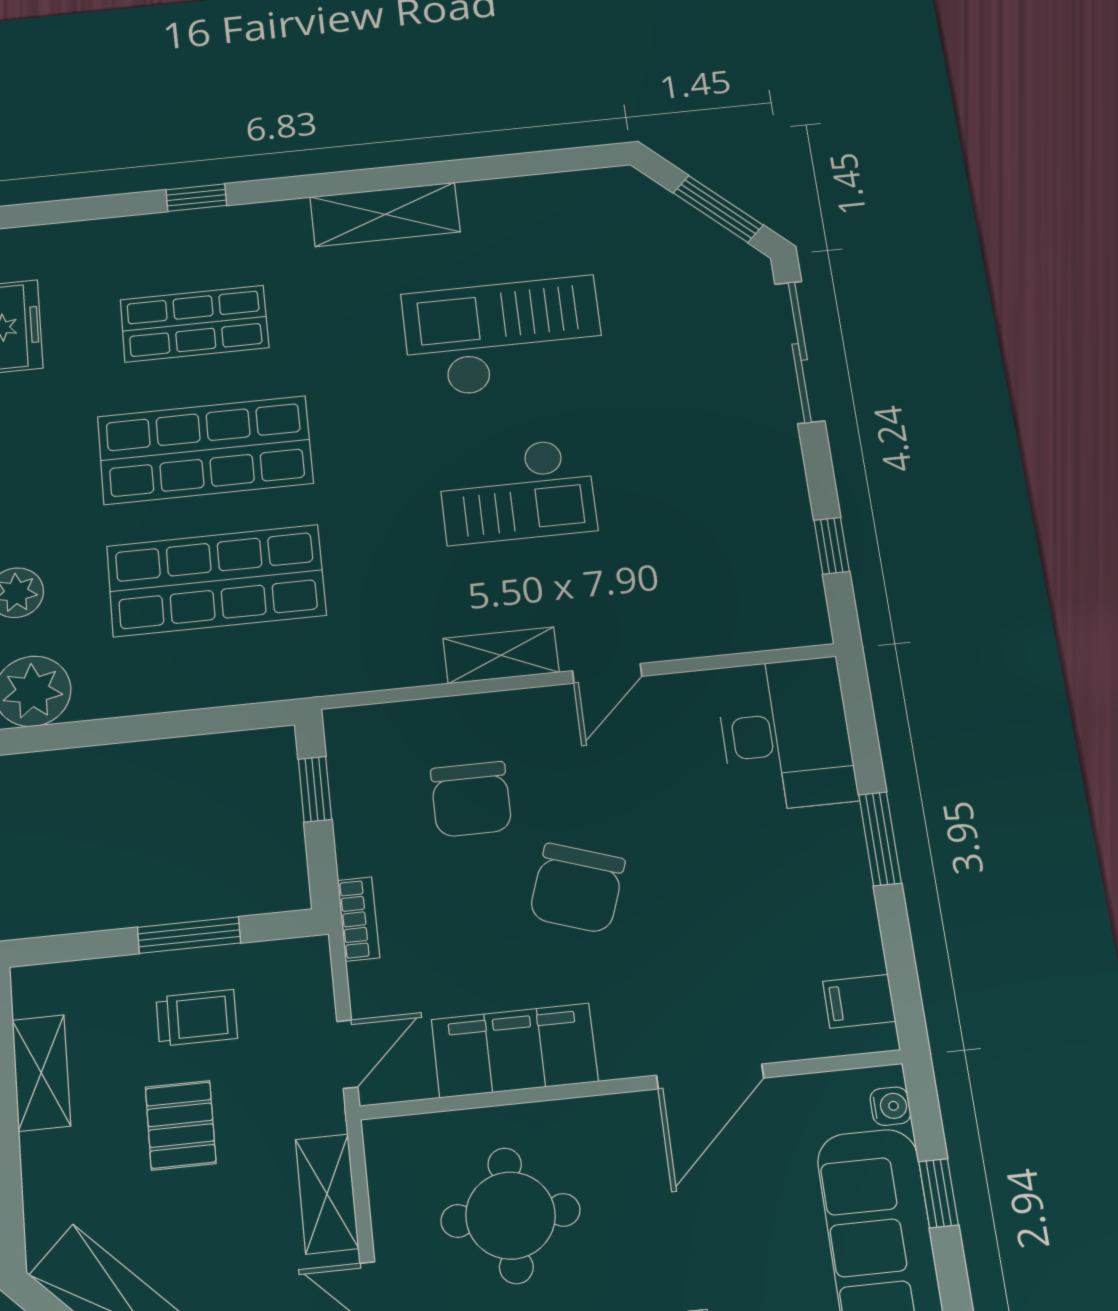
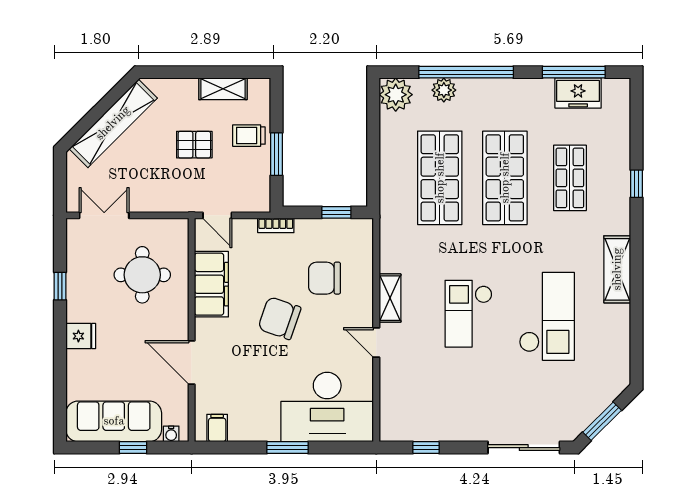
desk: (786, 734) -> (327, 407), width x1.36, depth x1.30
trolley: (197, 1018) -> (249, 136), moved, turned 90
shelving: (327, 1194) -> (159, 202), removed

